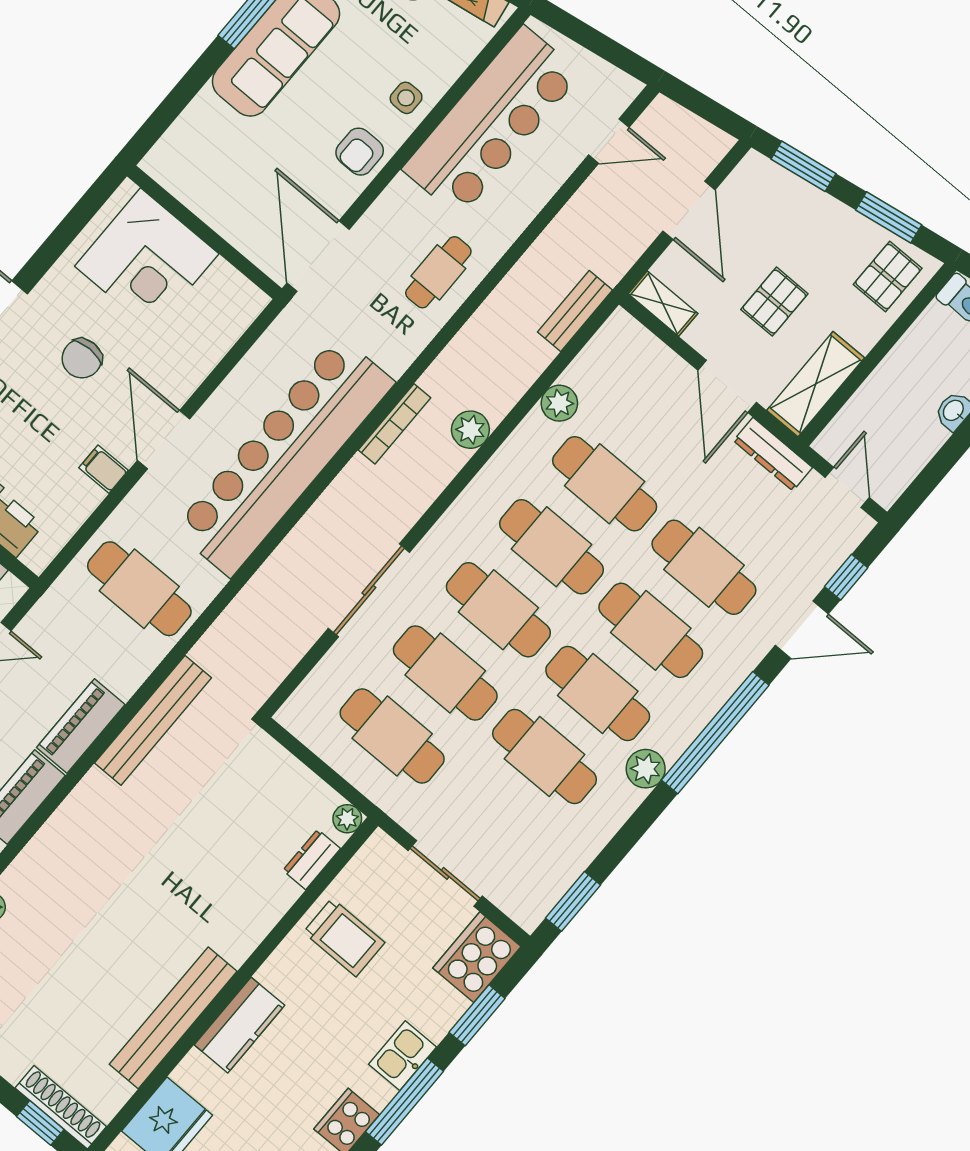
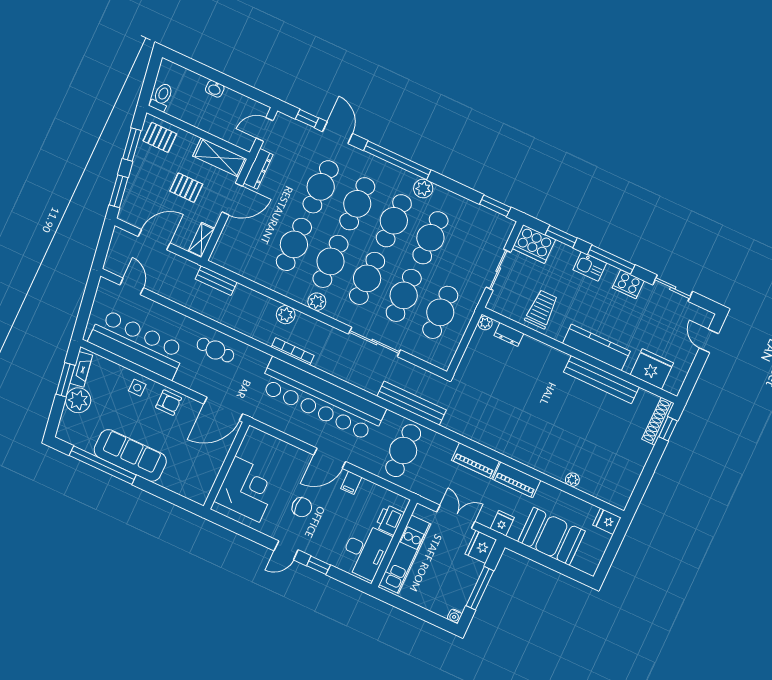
plant: (559, 403) -> (317, 302), moved
bench: (153, 720) -> (412, 403), moved
kitchen counter: (239, 1025) -> (596, 347), width x1.50

